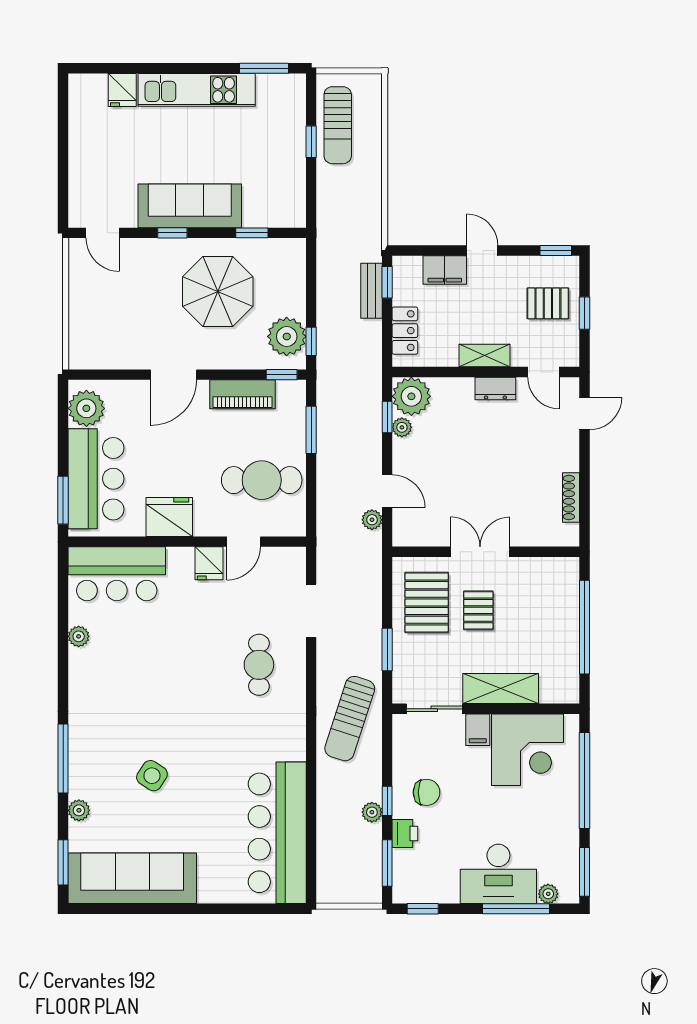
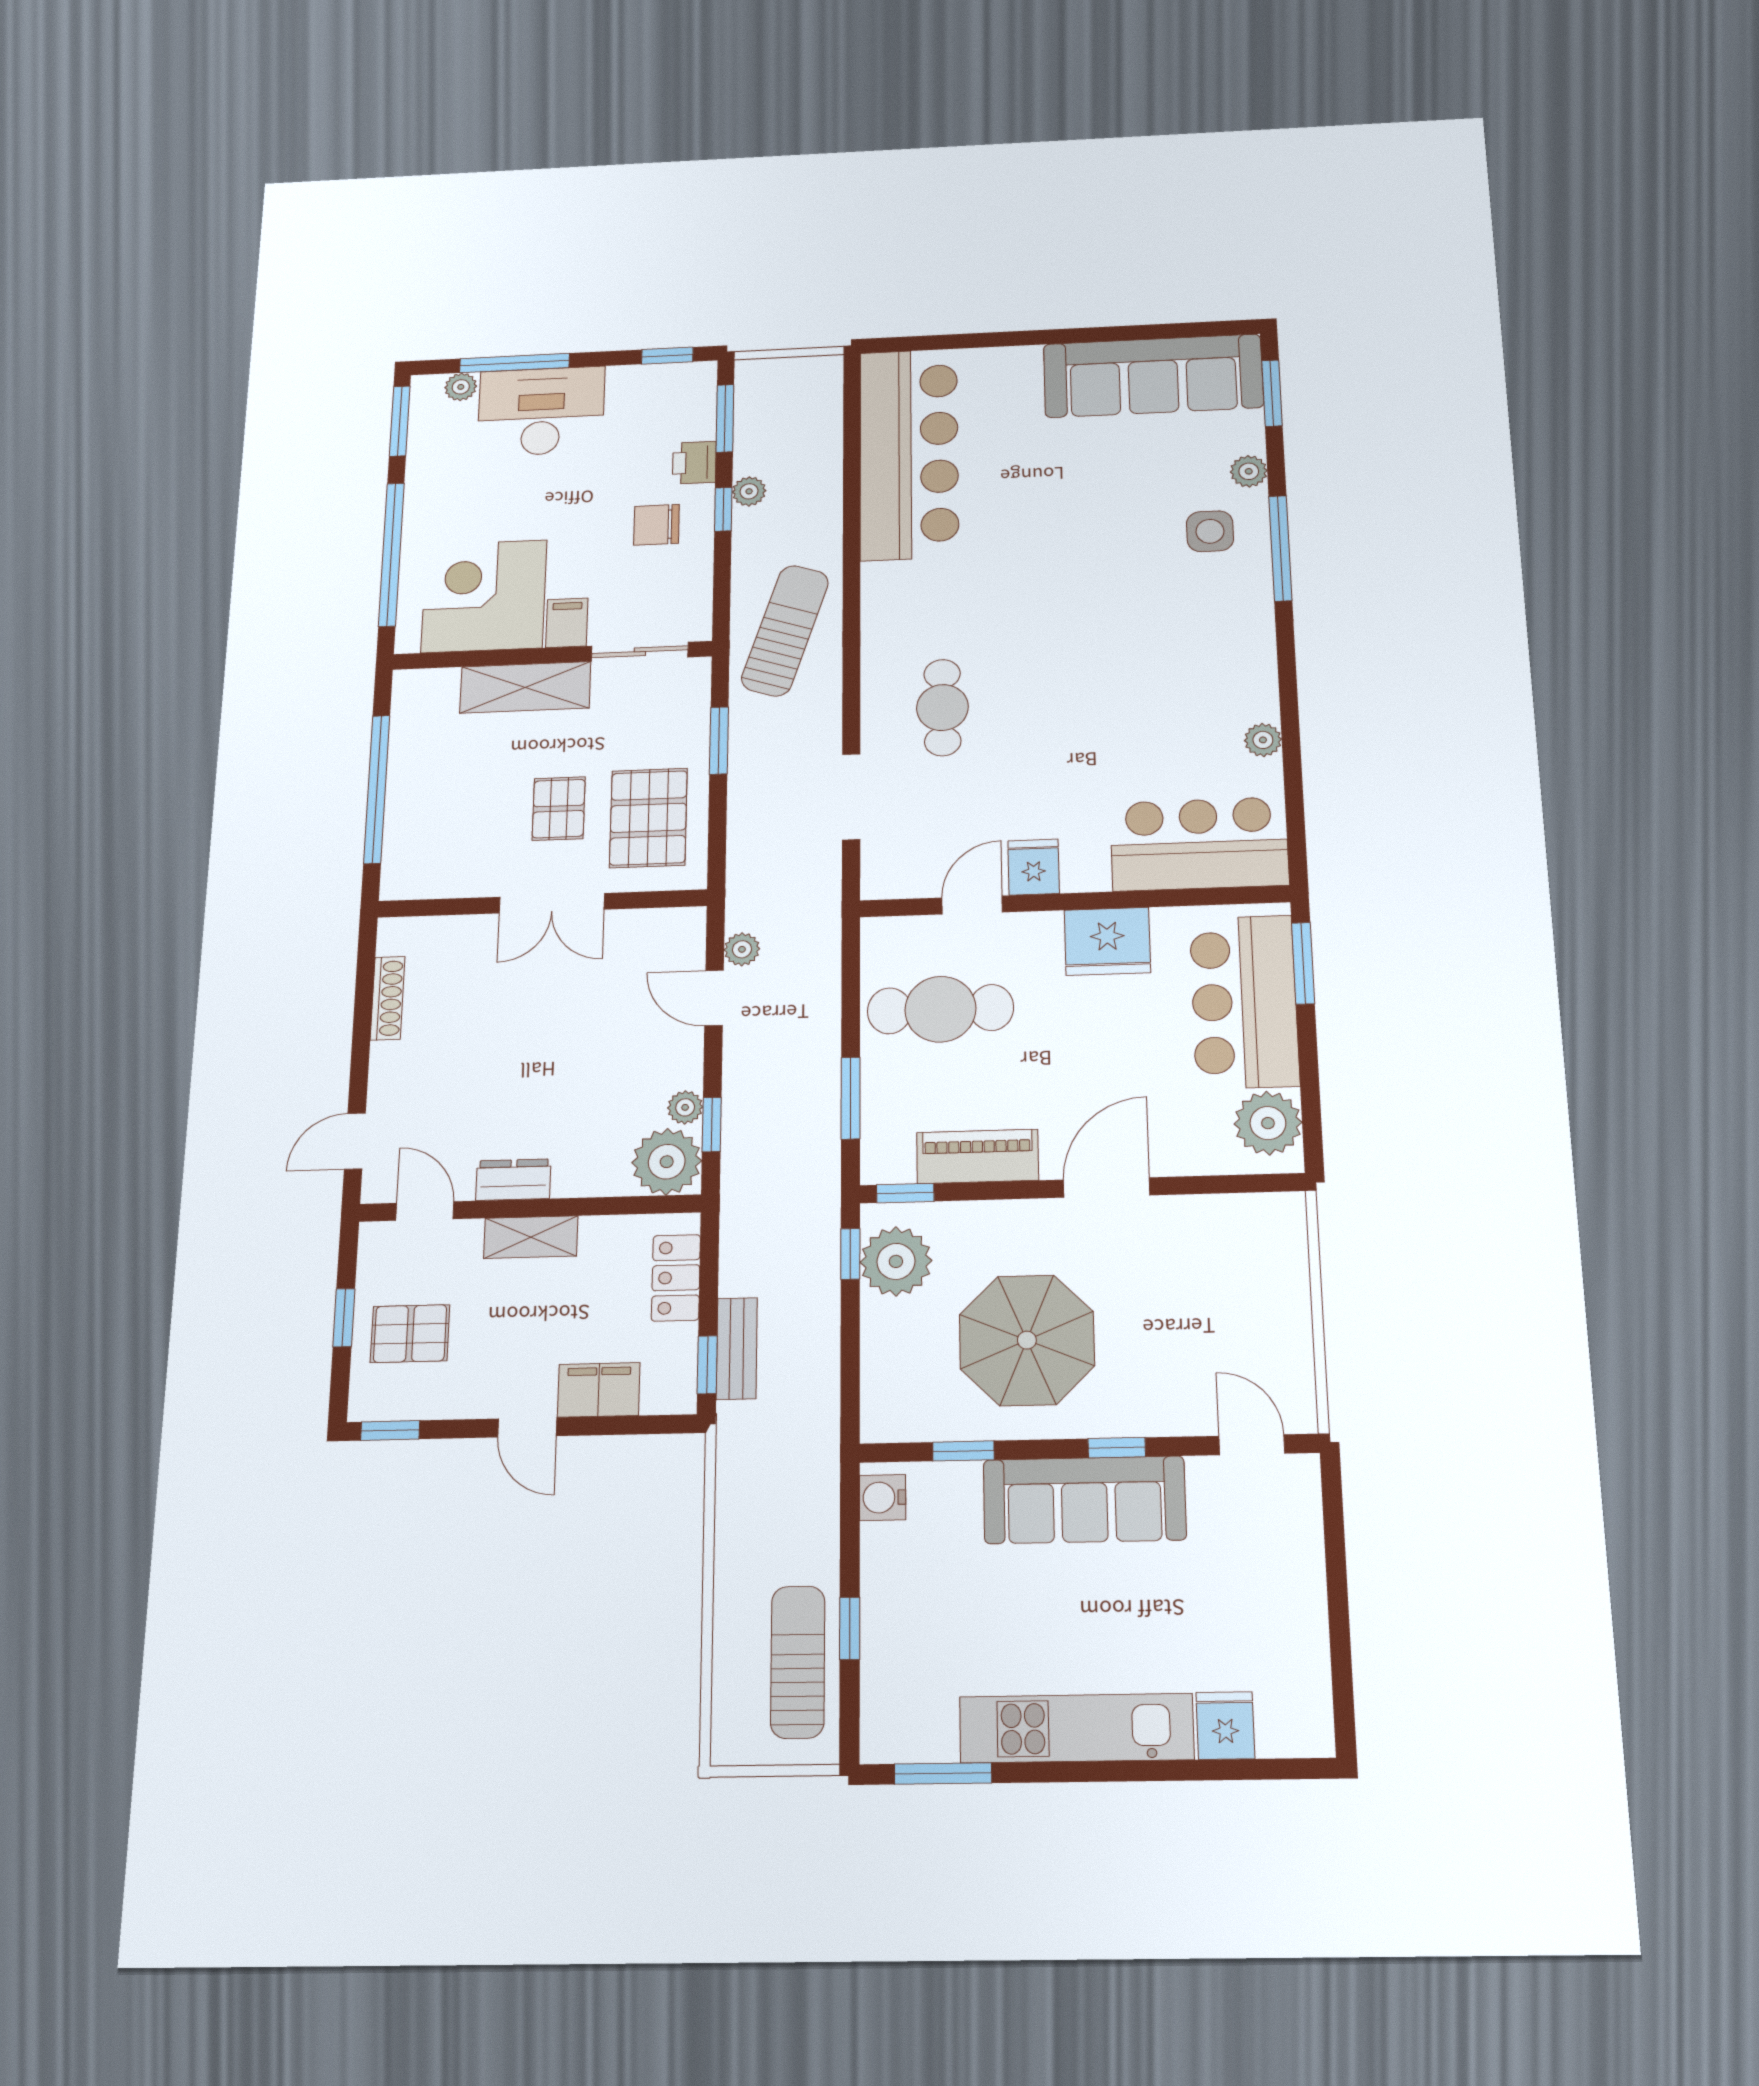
water cooler: (294, 209) -> (883, 1497), added
side table: (152, 776) -> (1210, 531), moved, turned -33

